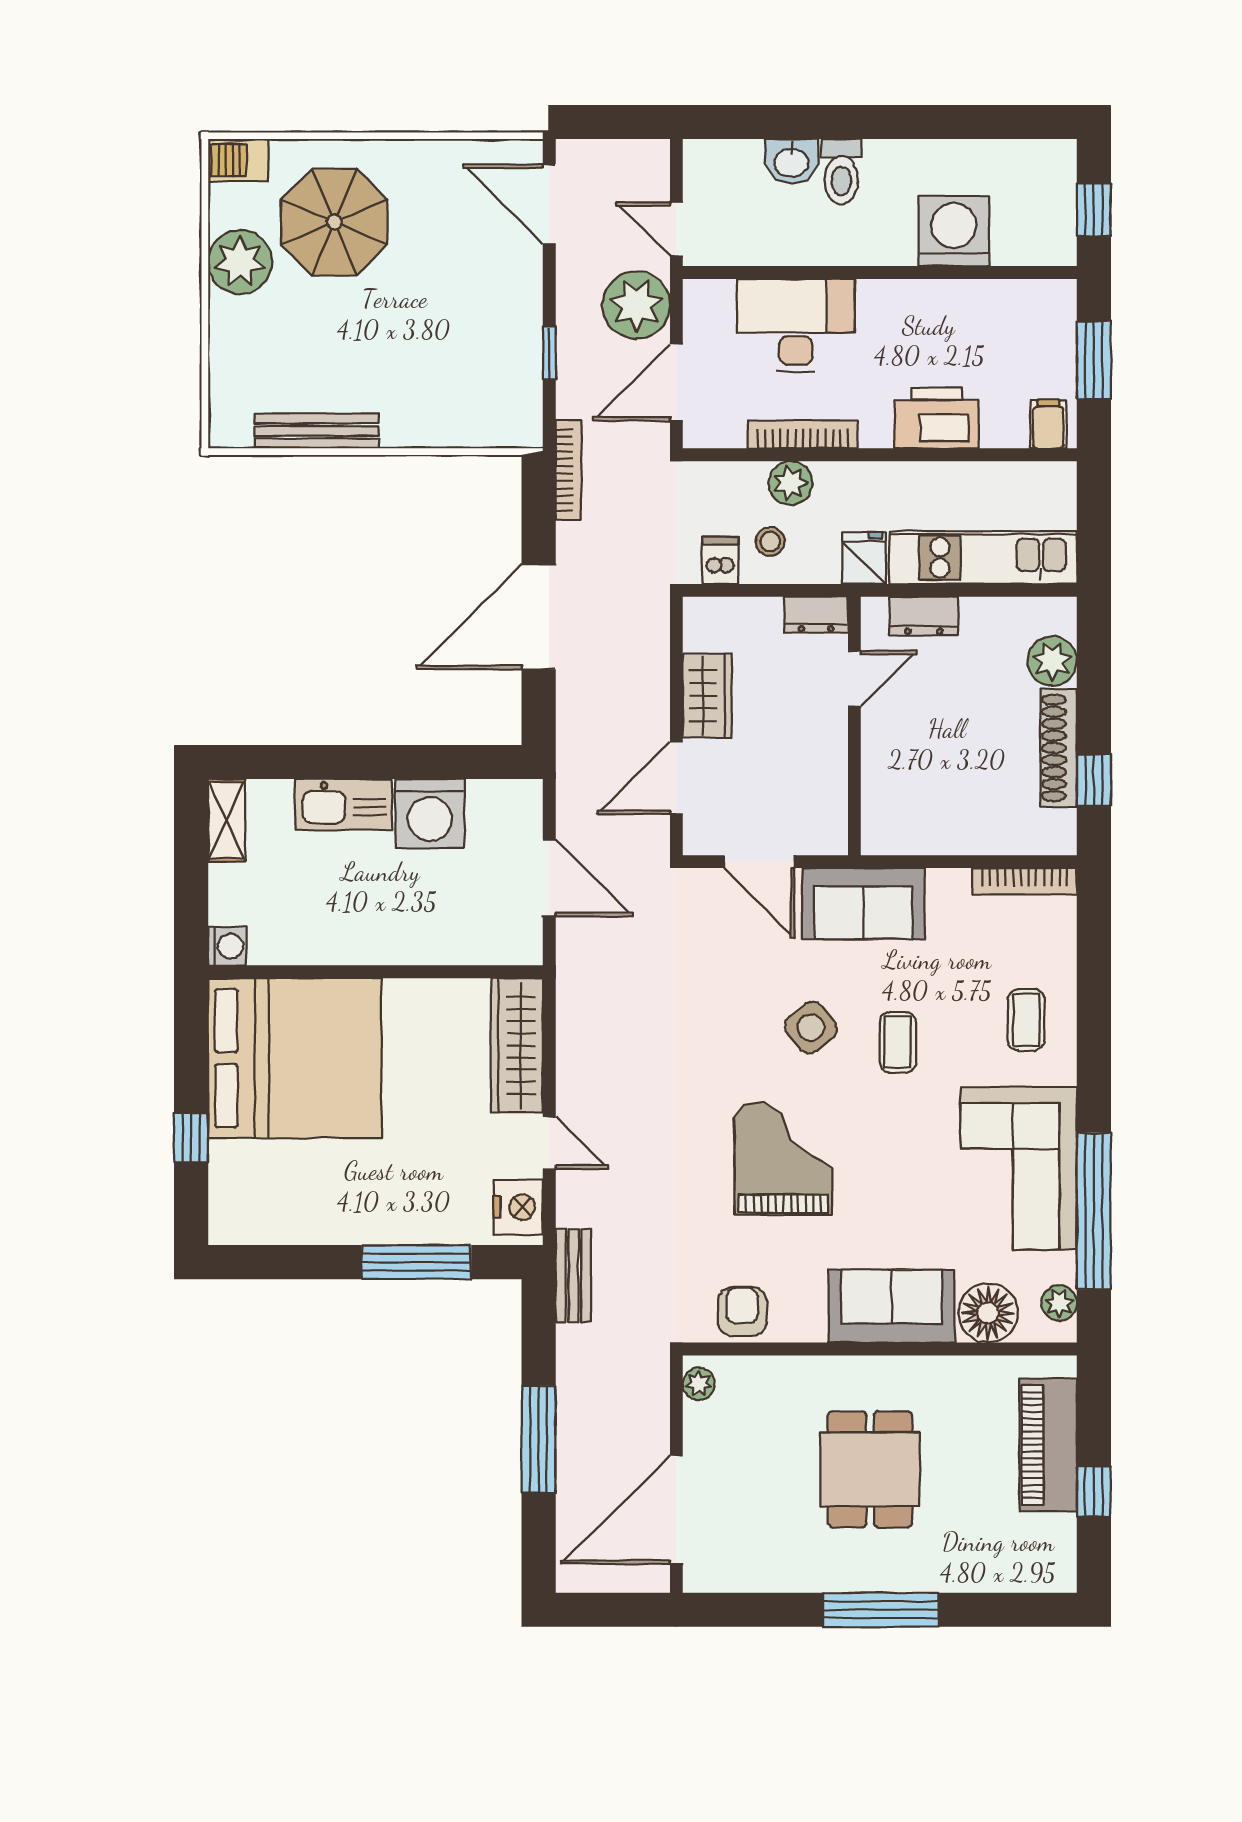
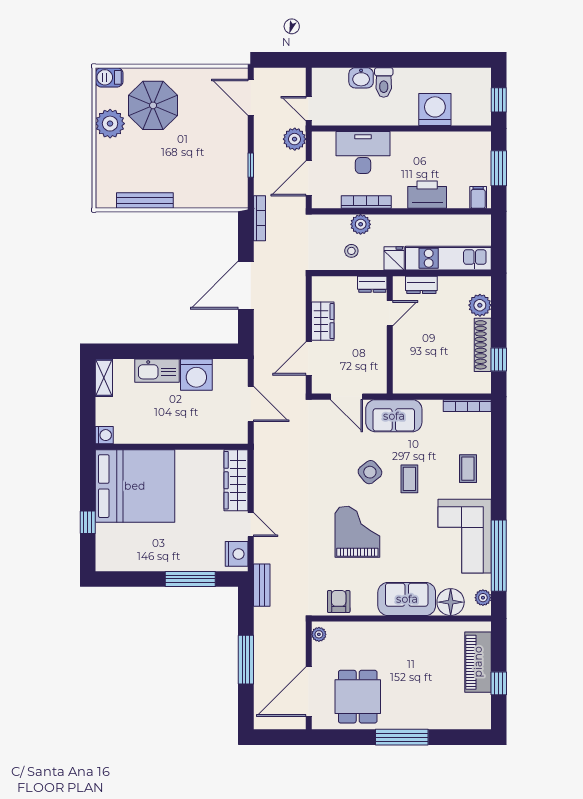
plant: (636, 305) -> (295, 139), width x0.73, depth x0.73
dishwasher: (720, 561) -> (329, 260), removed
dining table: (870, 1469) -> (358, 697), moved

